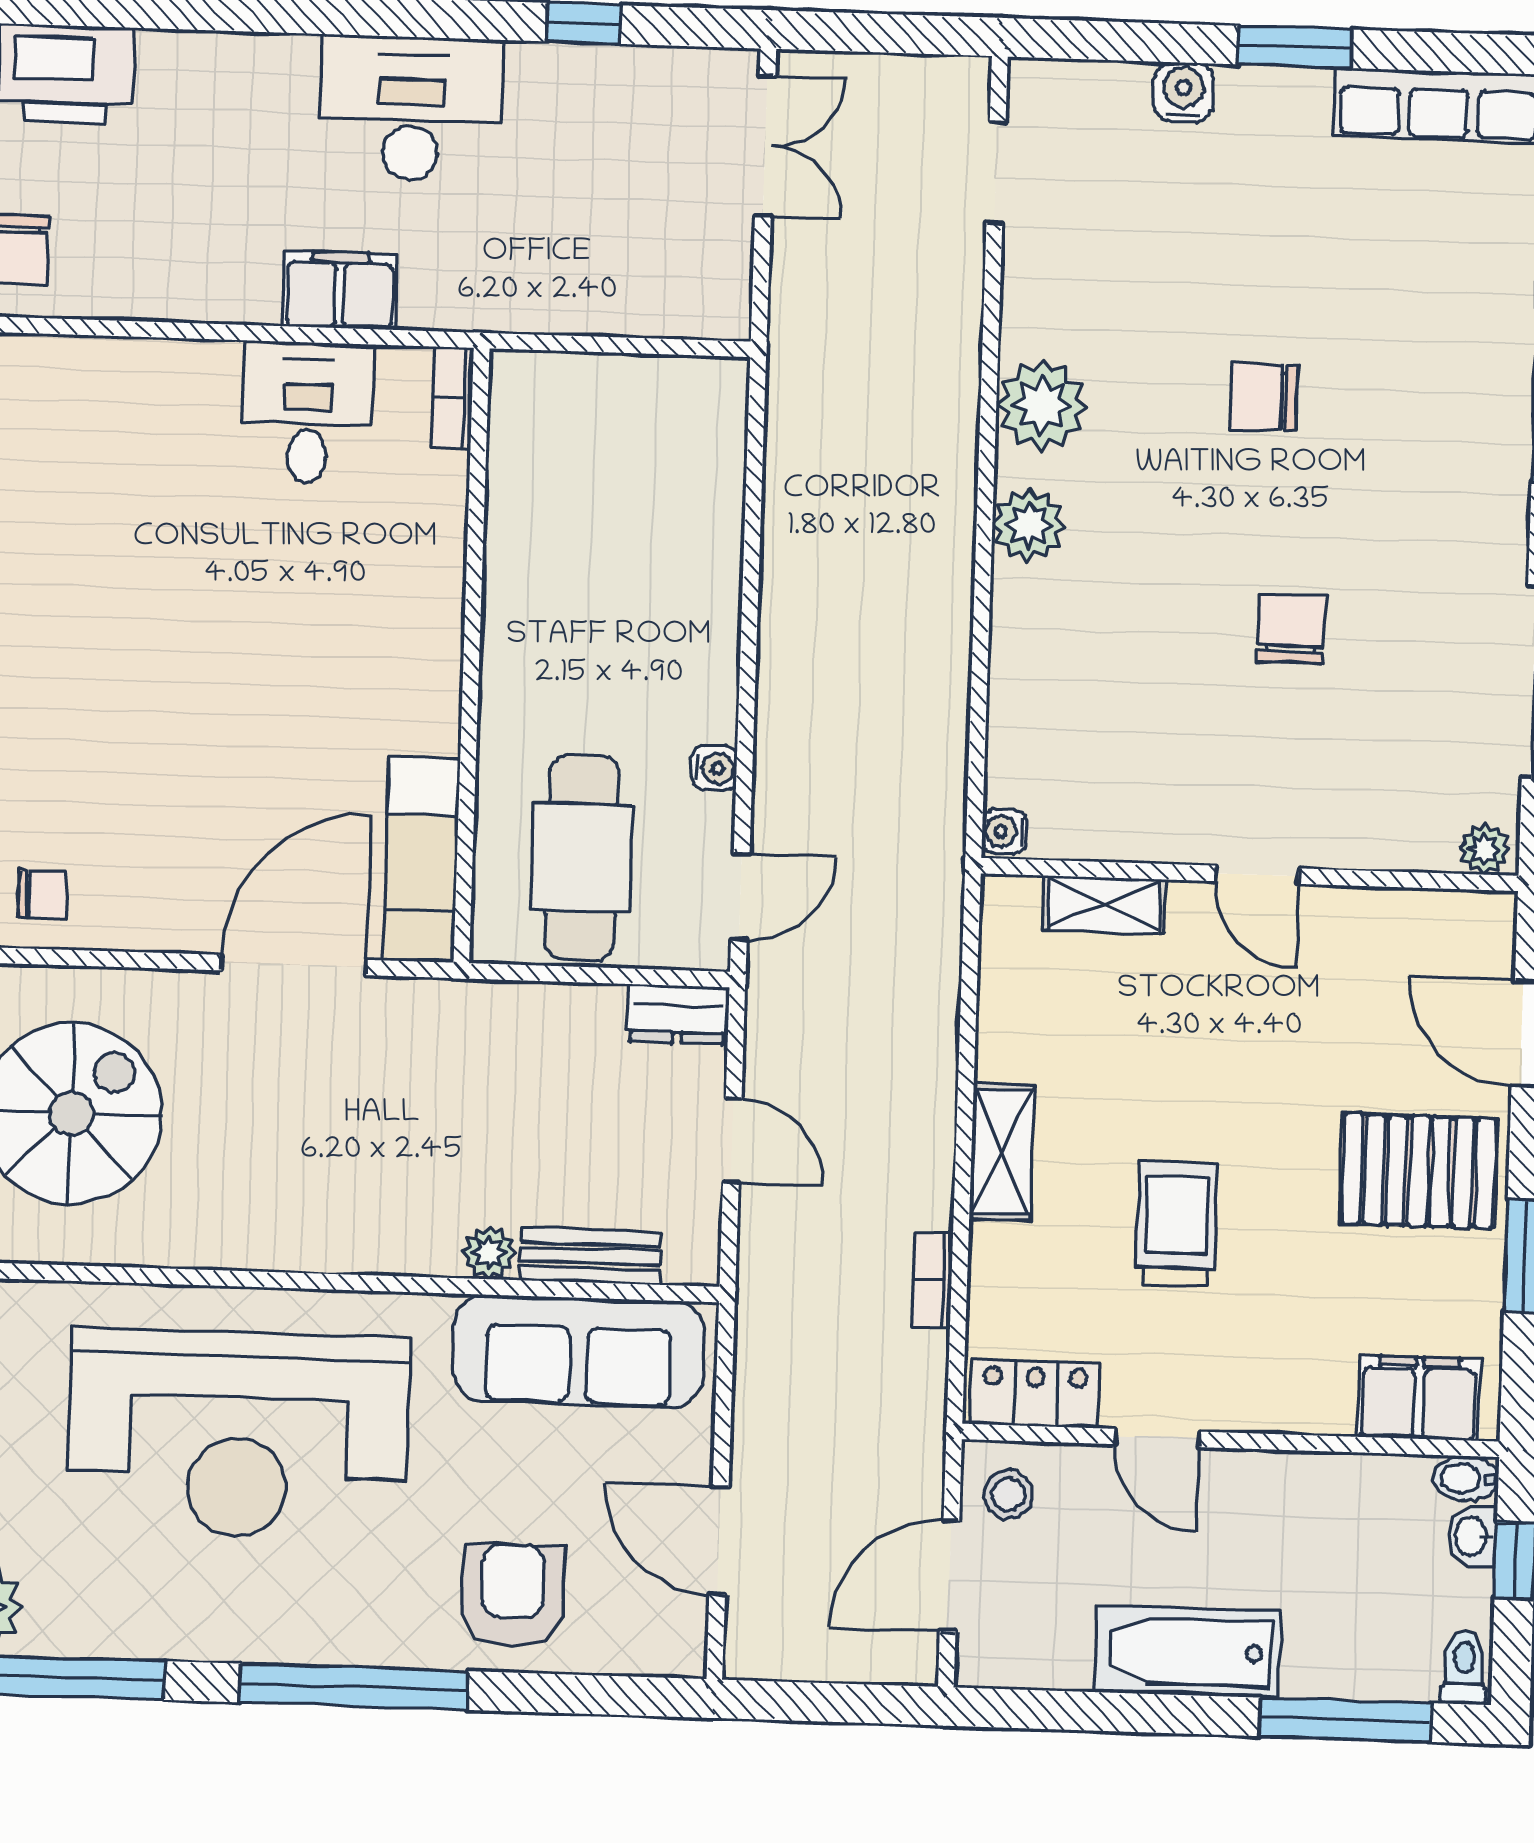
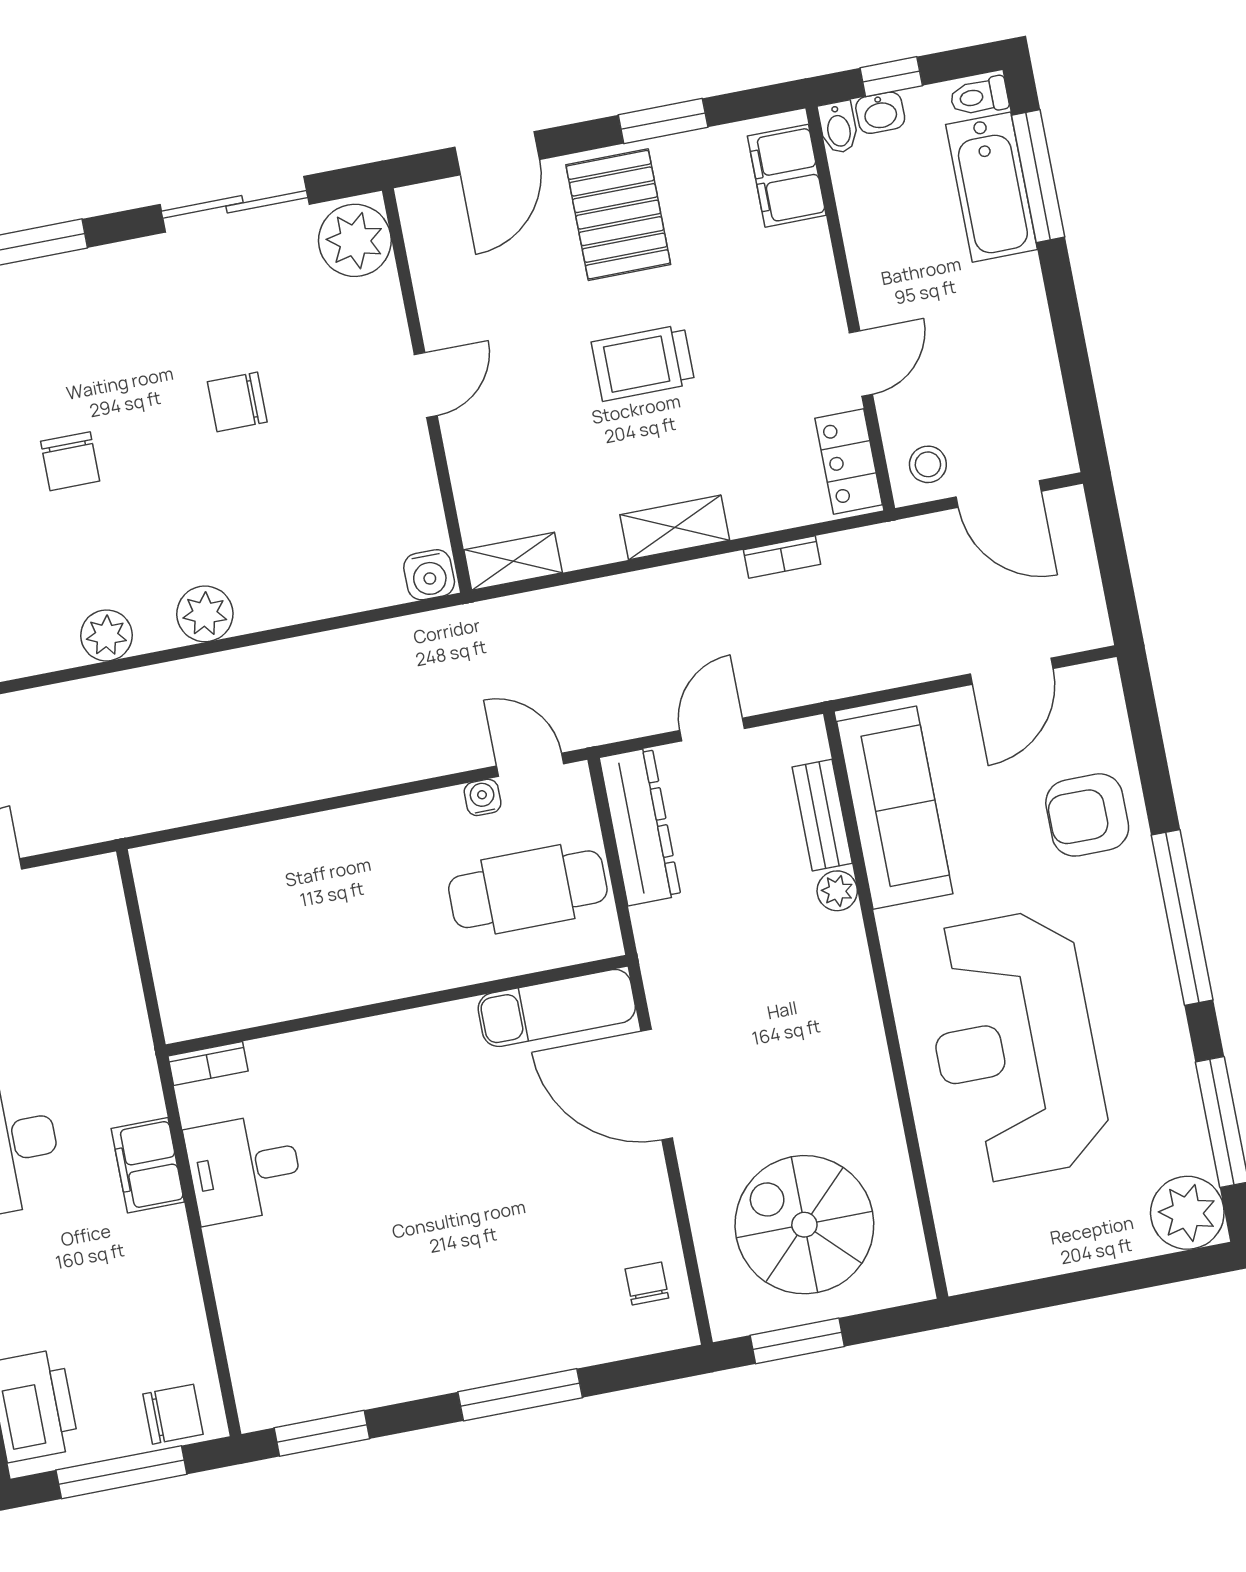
plant: (1042, 405) -> (106, 635), width x0.73, depth x0.73
water cooler: (714, 768) -> (483, 797), moved
water cooler: (1004, 832) -> (429, 575), width x1.38, depth x1.38
plant: (1484, 849) -> (355, 240), width x1.87, depth x1.87
shelving: (1104, 905) -> (513, 561), moved, turned 90
dresser: (678, 1014) -> (640, 827), width x1.96, depth x1.24
trolley: (1177, 1224) -> (643, 363), moved
reception desk: (238, 1434) -> (1015, 1046), turned 180
bathtub: (1188, 1652) -> (992, 187), moved

